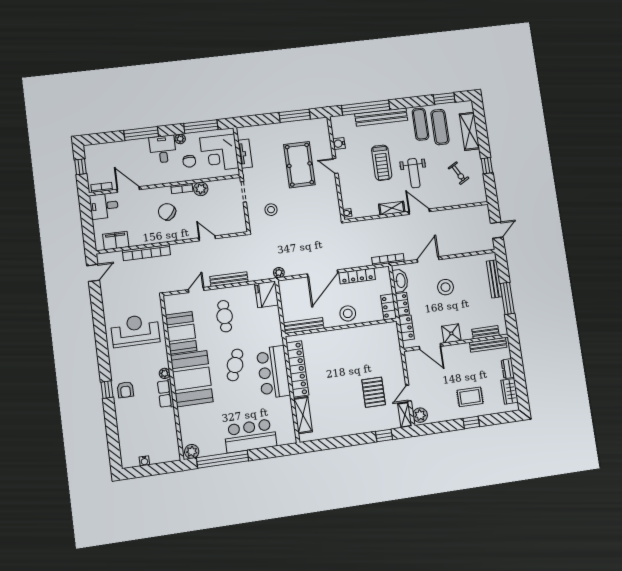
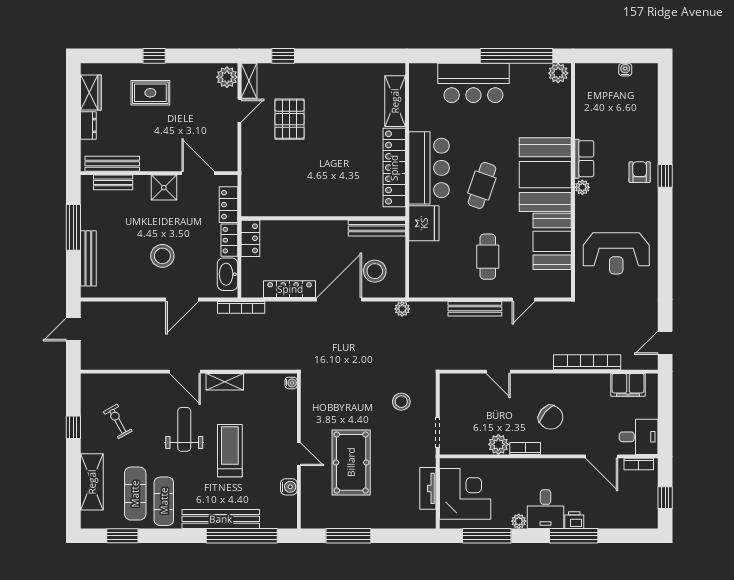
printer: (142, 144) -> (574, 520), added
chair: (189, 161) -> (510, 487), removed
fridge: (267, 294) -> (424, 223), moved
stool: (348, 313) -> (375, 271), moved

